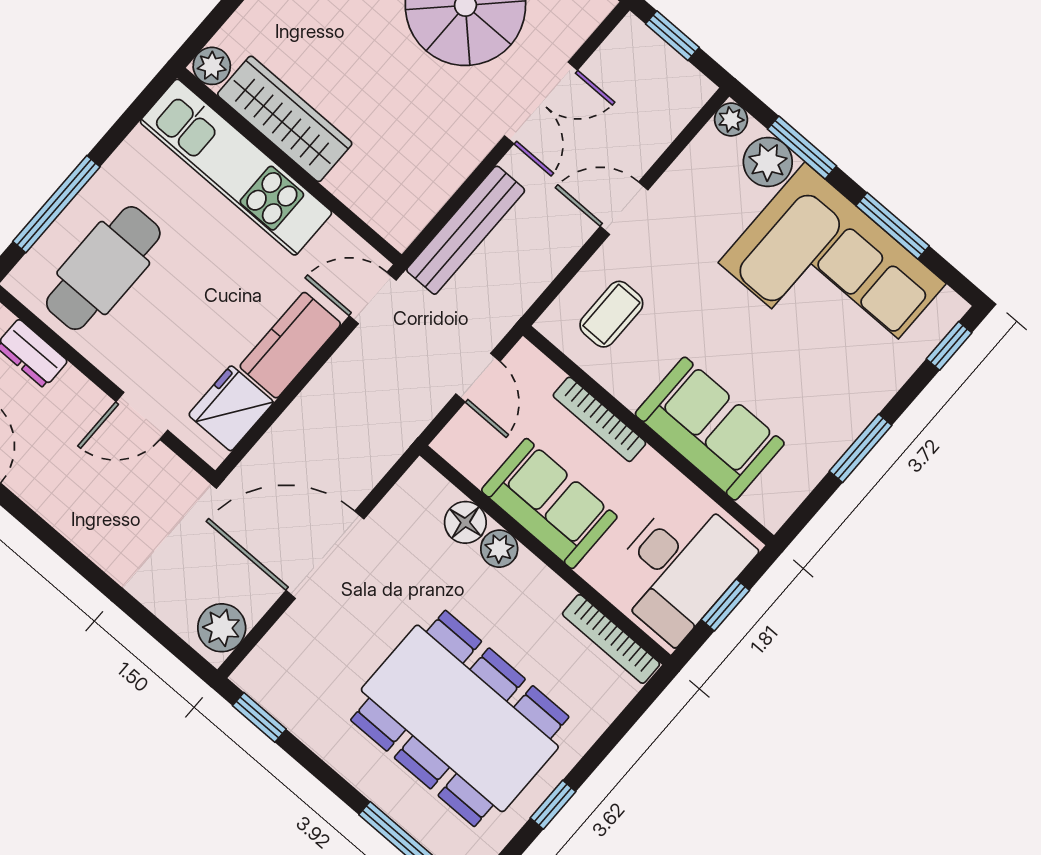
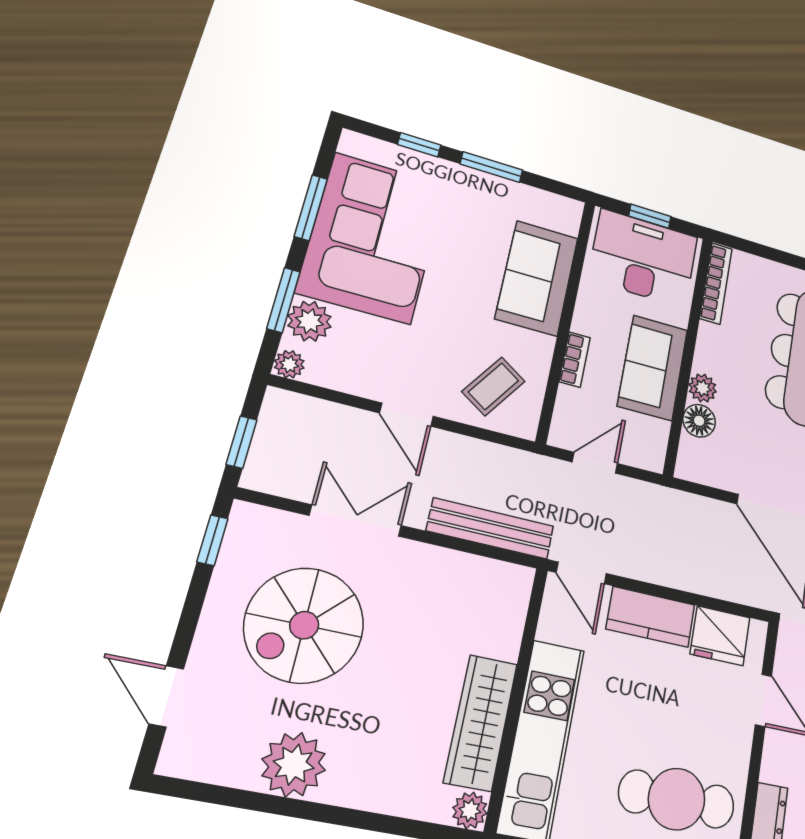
coffee table: (611, 314) -> (493, 386), turned -56
window: (949, 346) -> (419, 145), moved
bookcase: (599, 419) -> (575, 360), width x0.64

